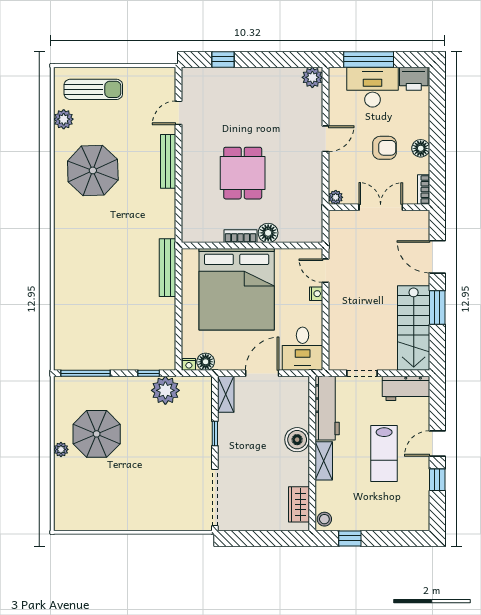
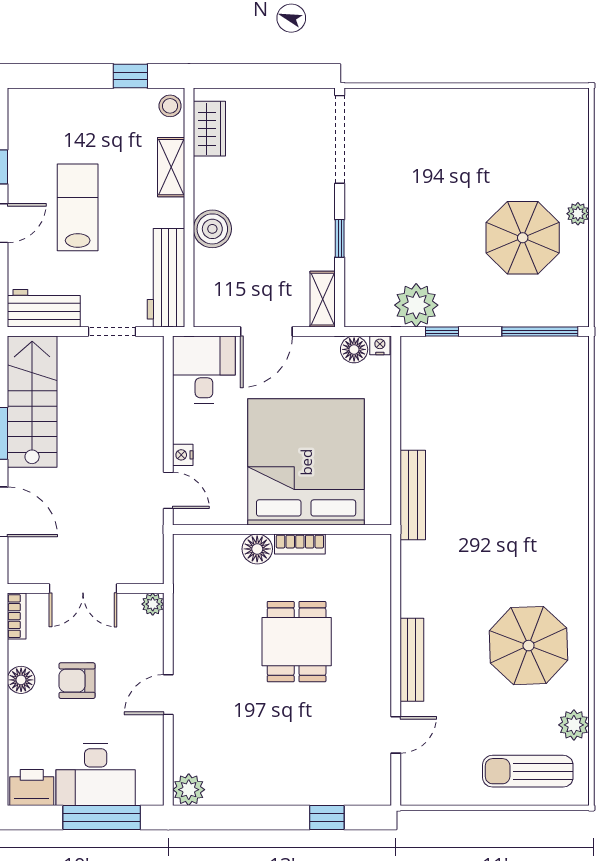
shelving: (324, 461) -> (171, 167), moved

